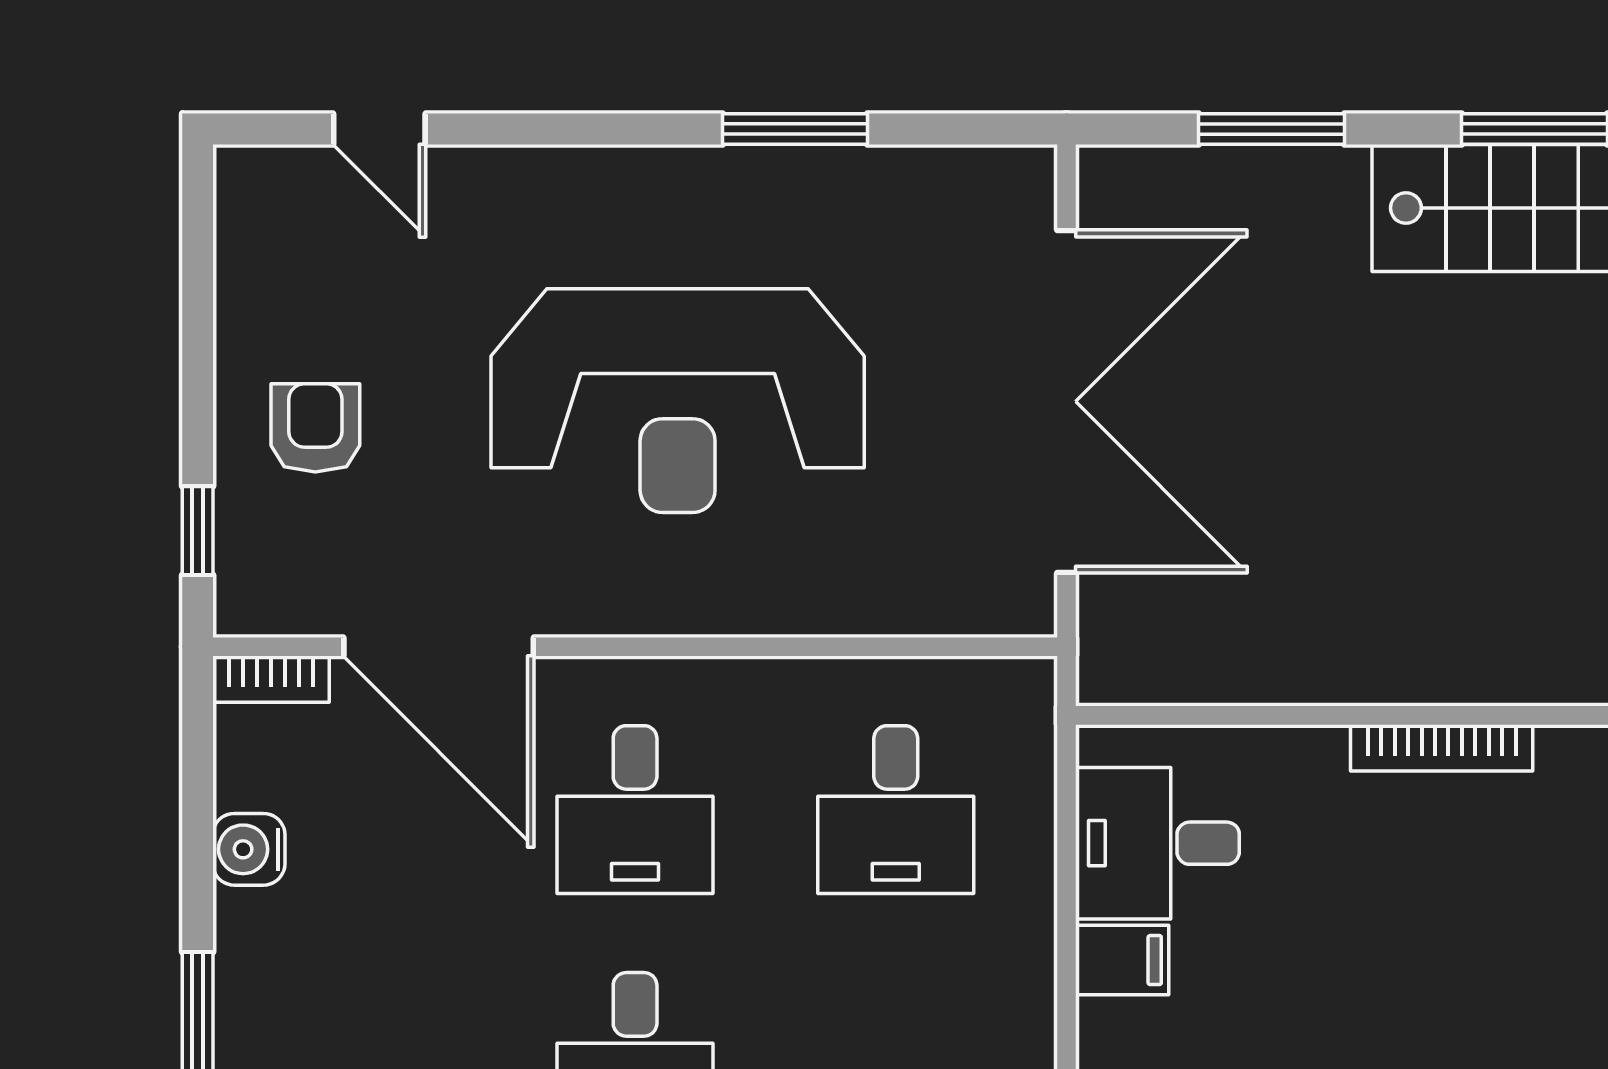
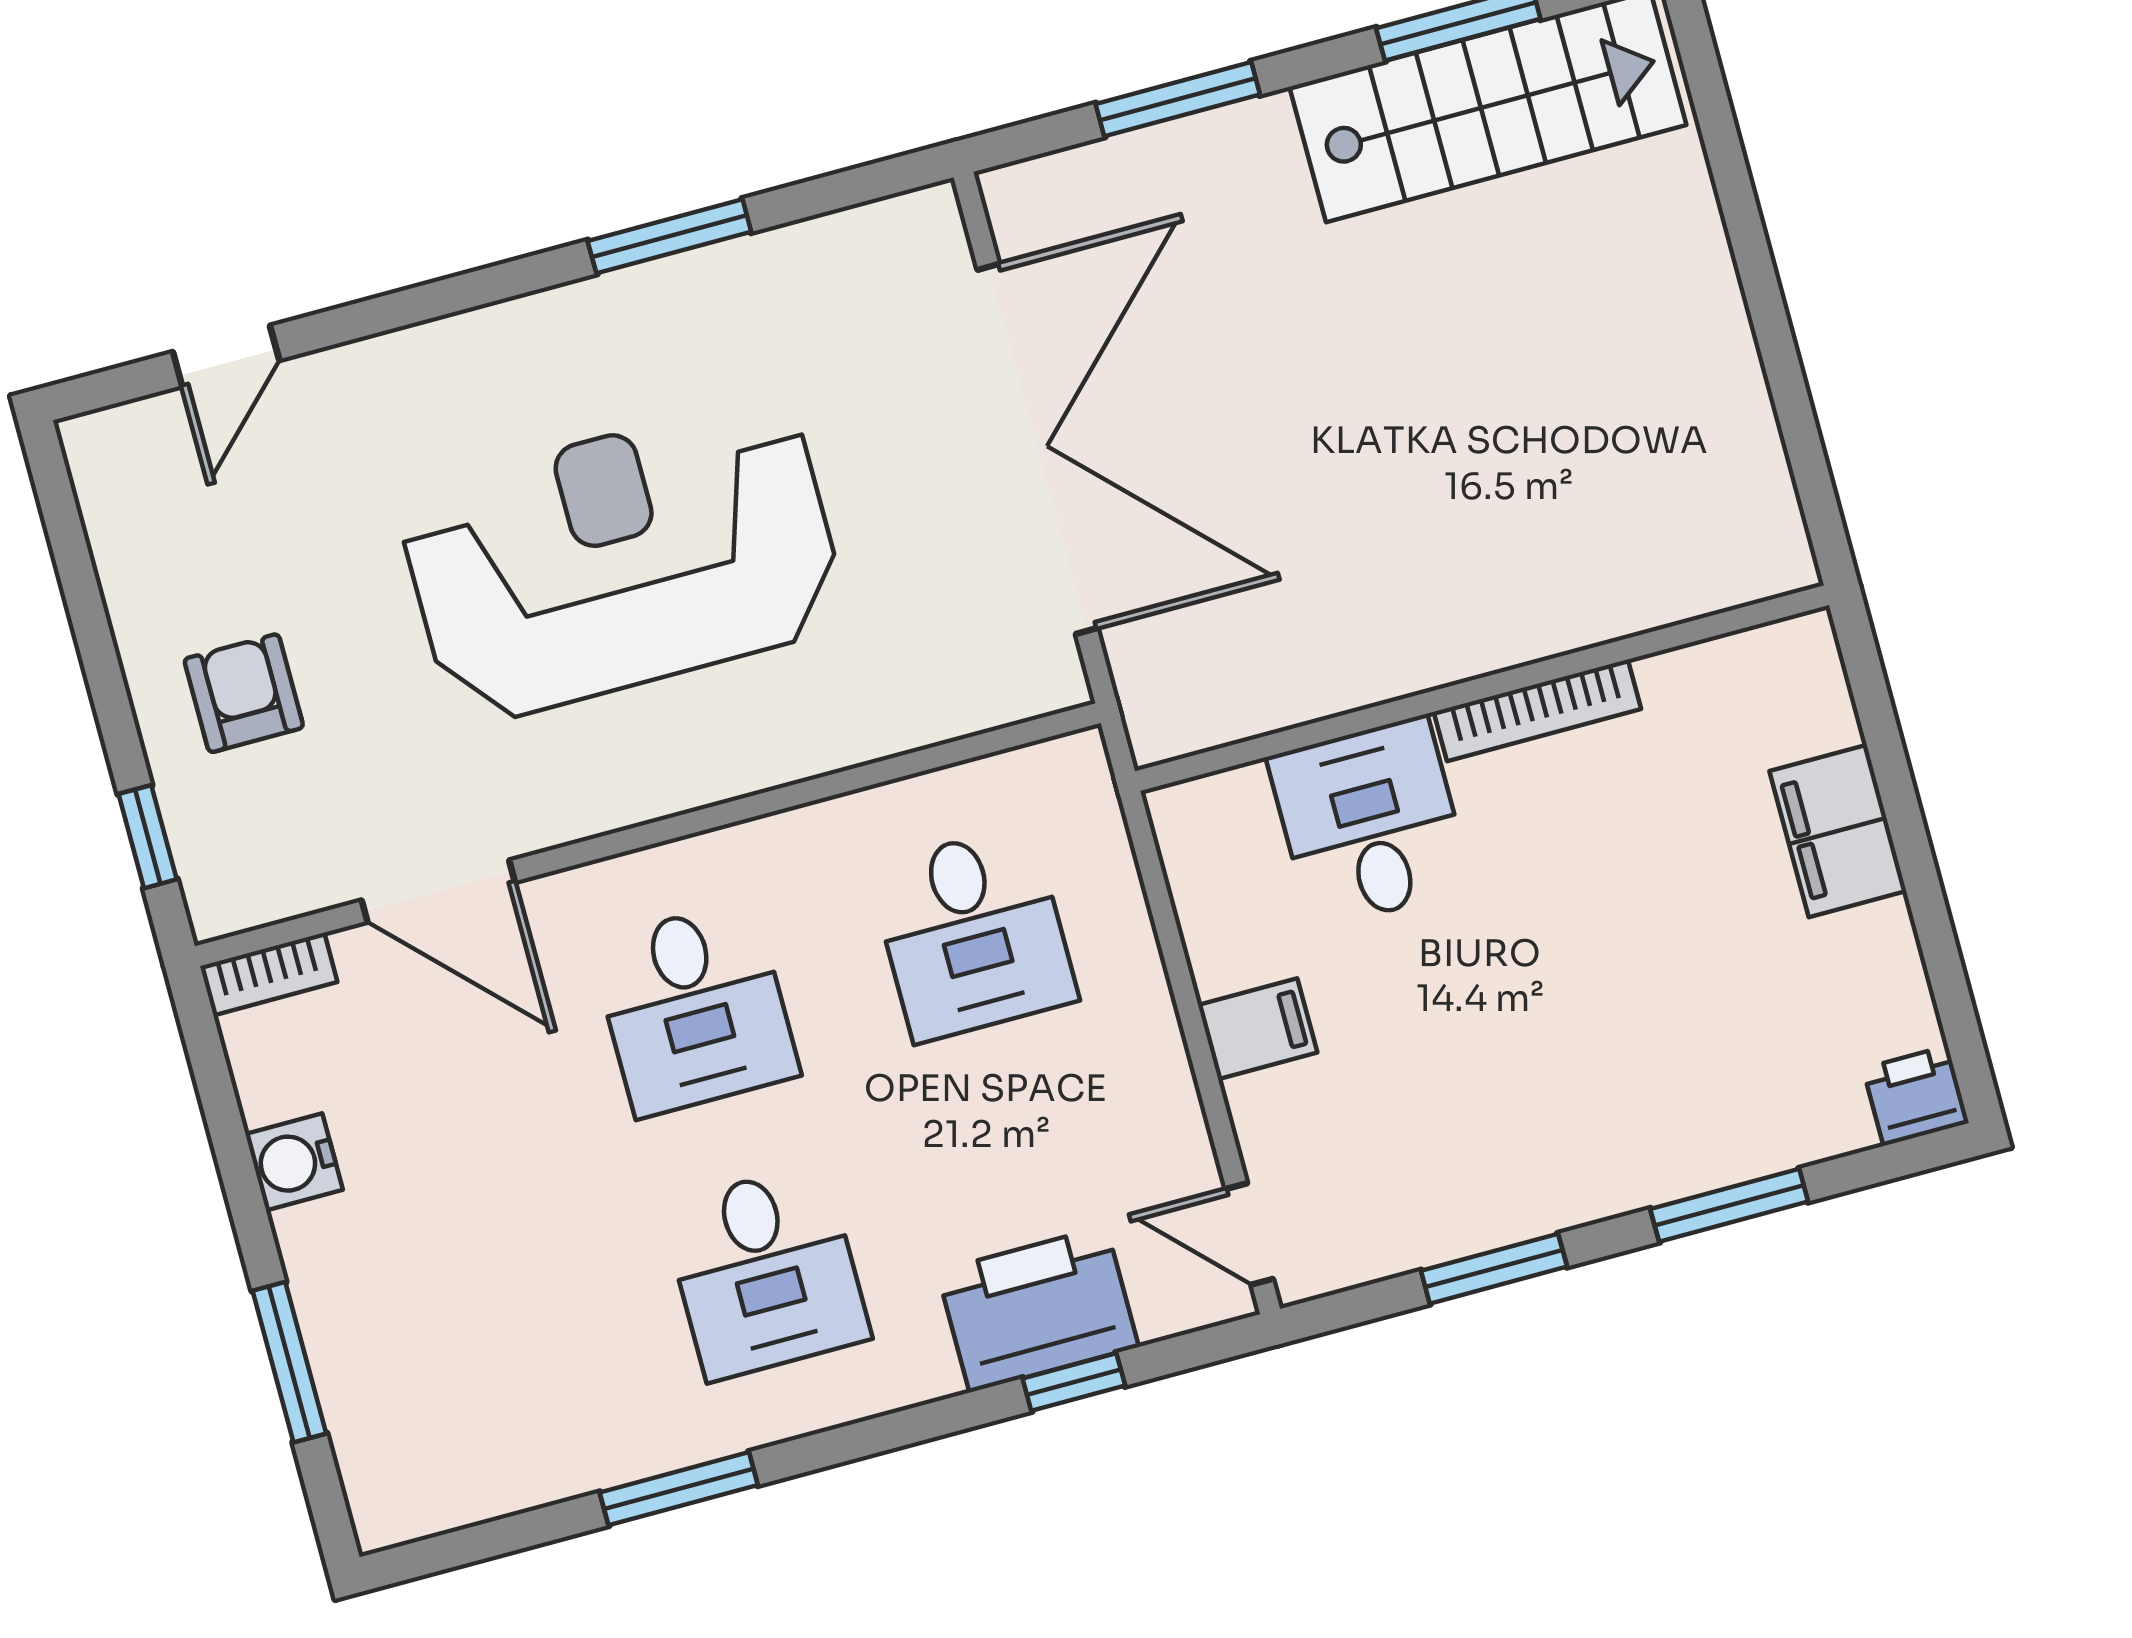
door: (379, 129) -> (226, 356), hinge flipped
reception desk: (678, 401) -> (622, 560), turned 180
door: (439, 647) -> (438, 891), width x0.73
desk: (1157, 843) -> (1370, 823), moved, turned 90

